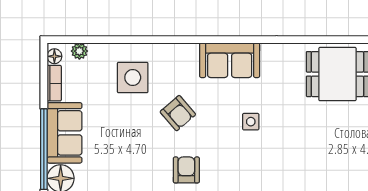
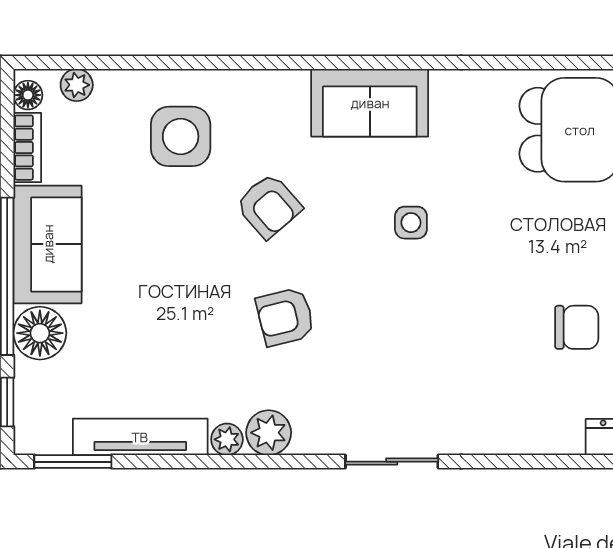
armchair: (186, 170) -> (285, 317), turned -104
chair: (336, 175) -> (577, 327), added

